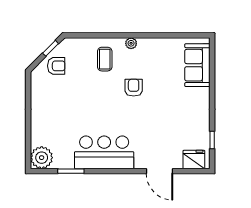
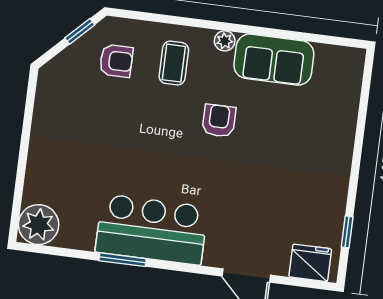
sofa: (197, 65) -> (274, 60), moved, turned -90
armchair: (56, 66) -> (116, 61), moved
window: (71, 171) -> (123, 260), moved

